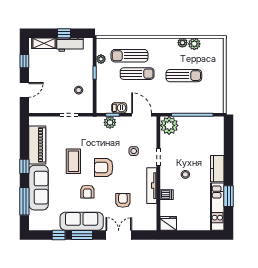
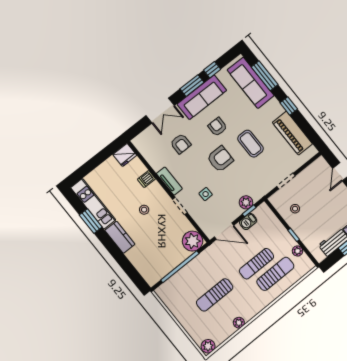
plant: (194, 44) -> (208, 346), moved
tv unit: (152, 186) -> (169, 181), width x0.71
sofa: (39, 188) -> (251, 83), moved

